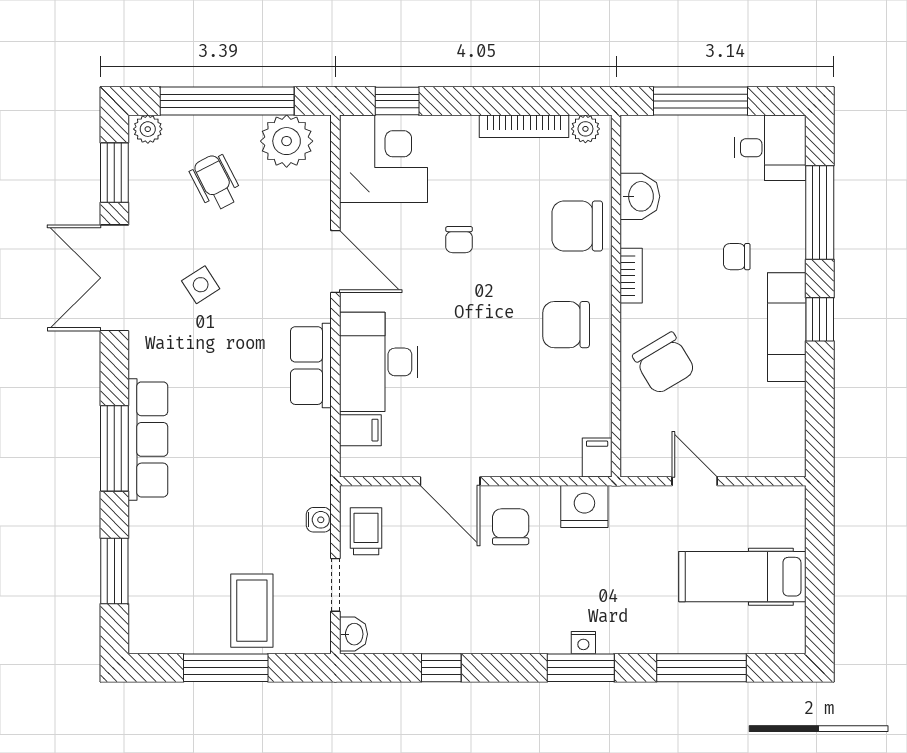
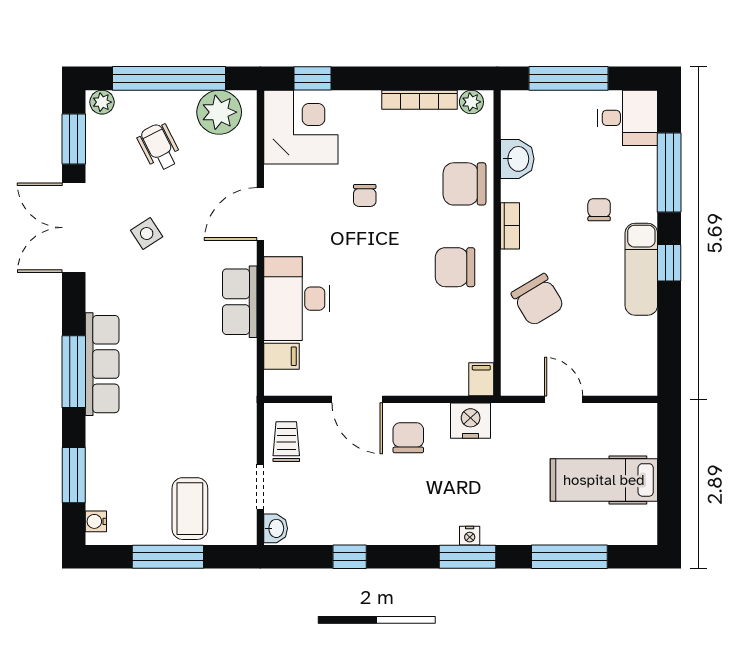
chair: (737, 257) -> (599, 210), turned 90
door: (335, 262) -> (260, 214), swing flipped
water cooler: (319, 520) -> (96, 521), moved, turned 180

